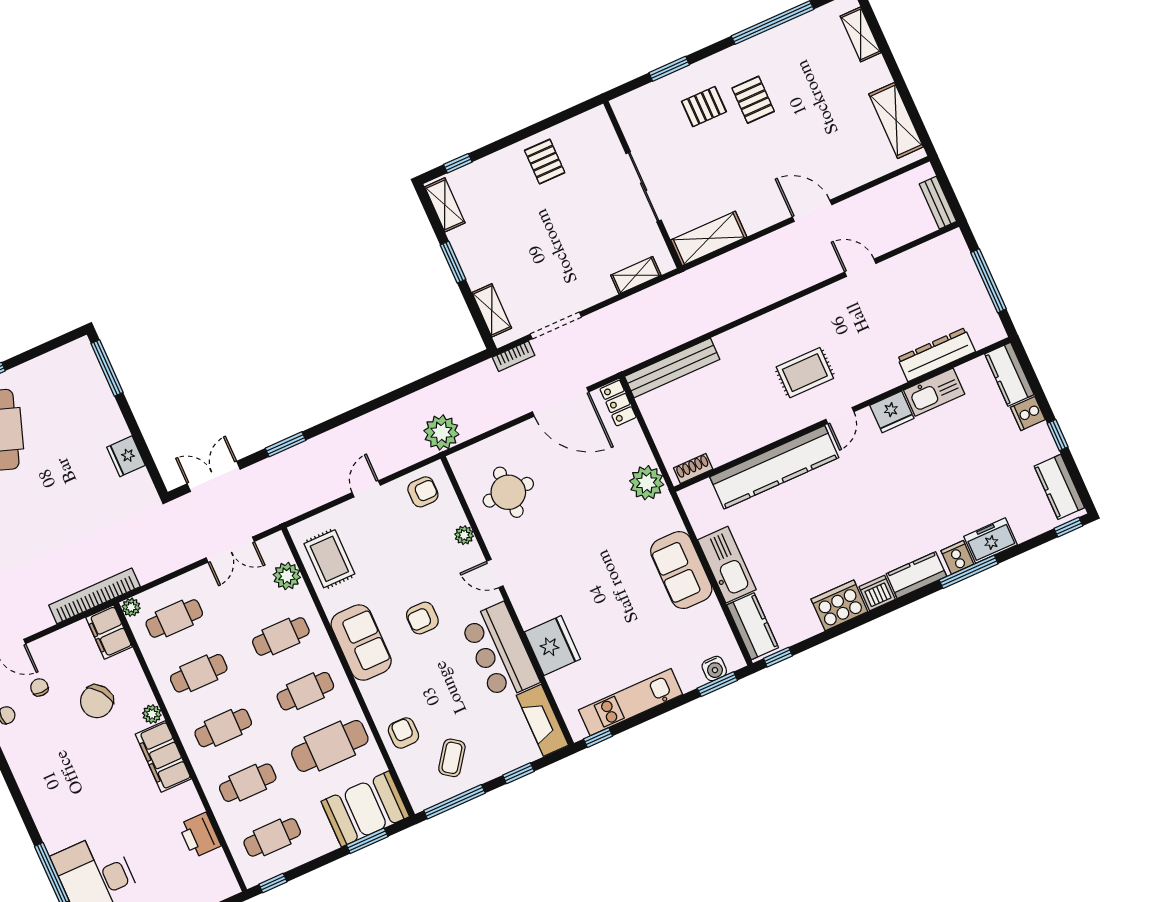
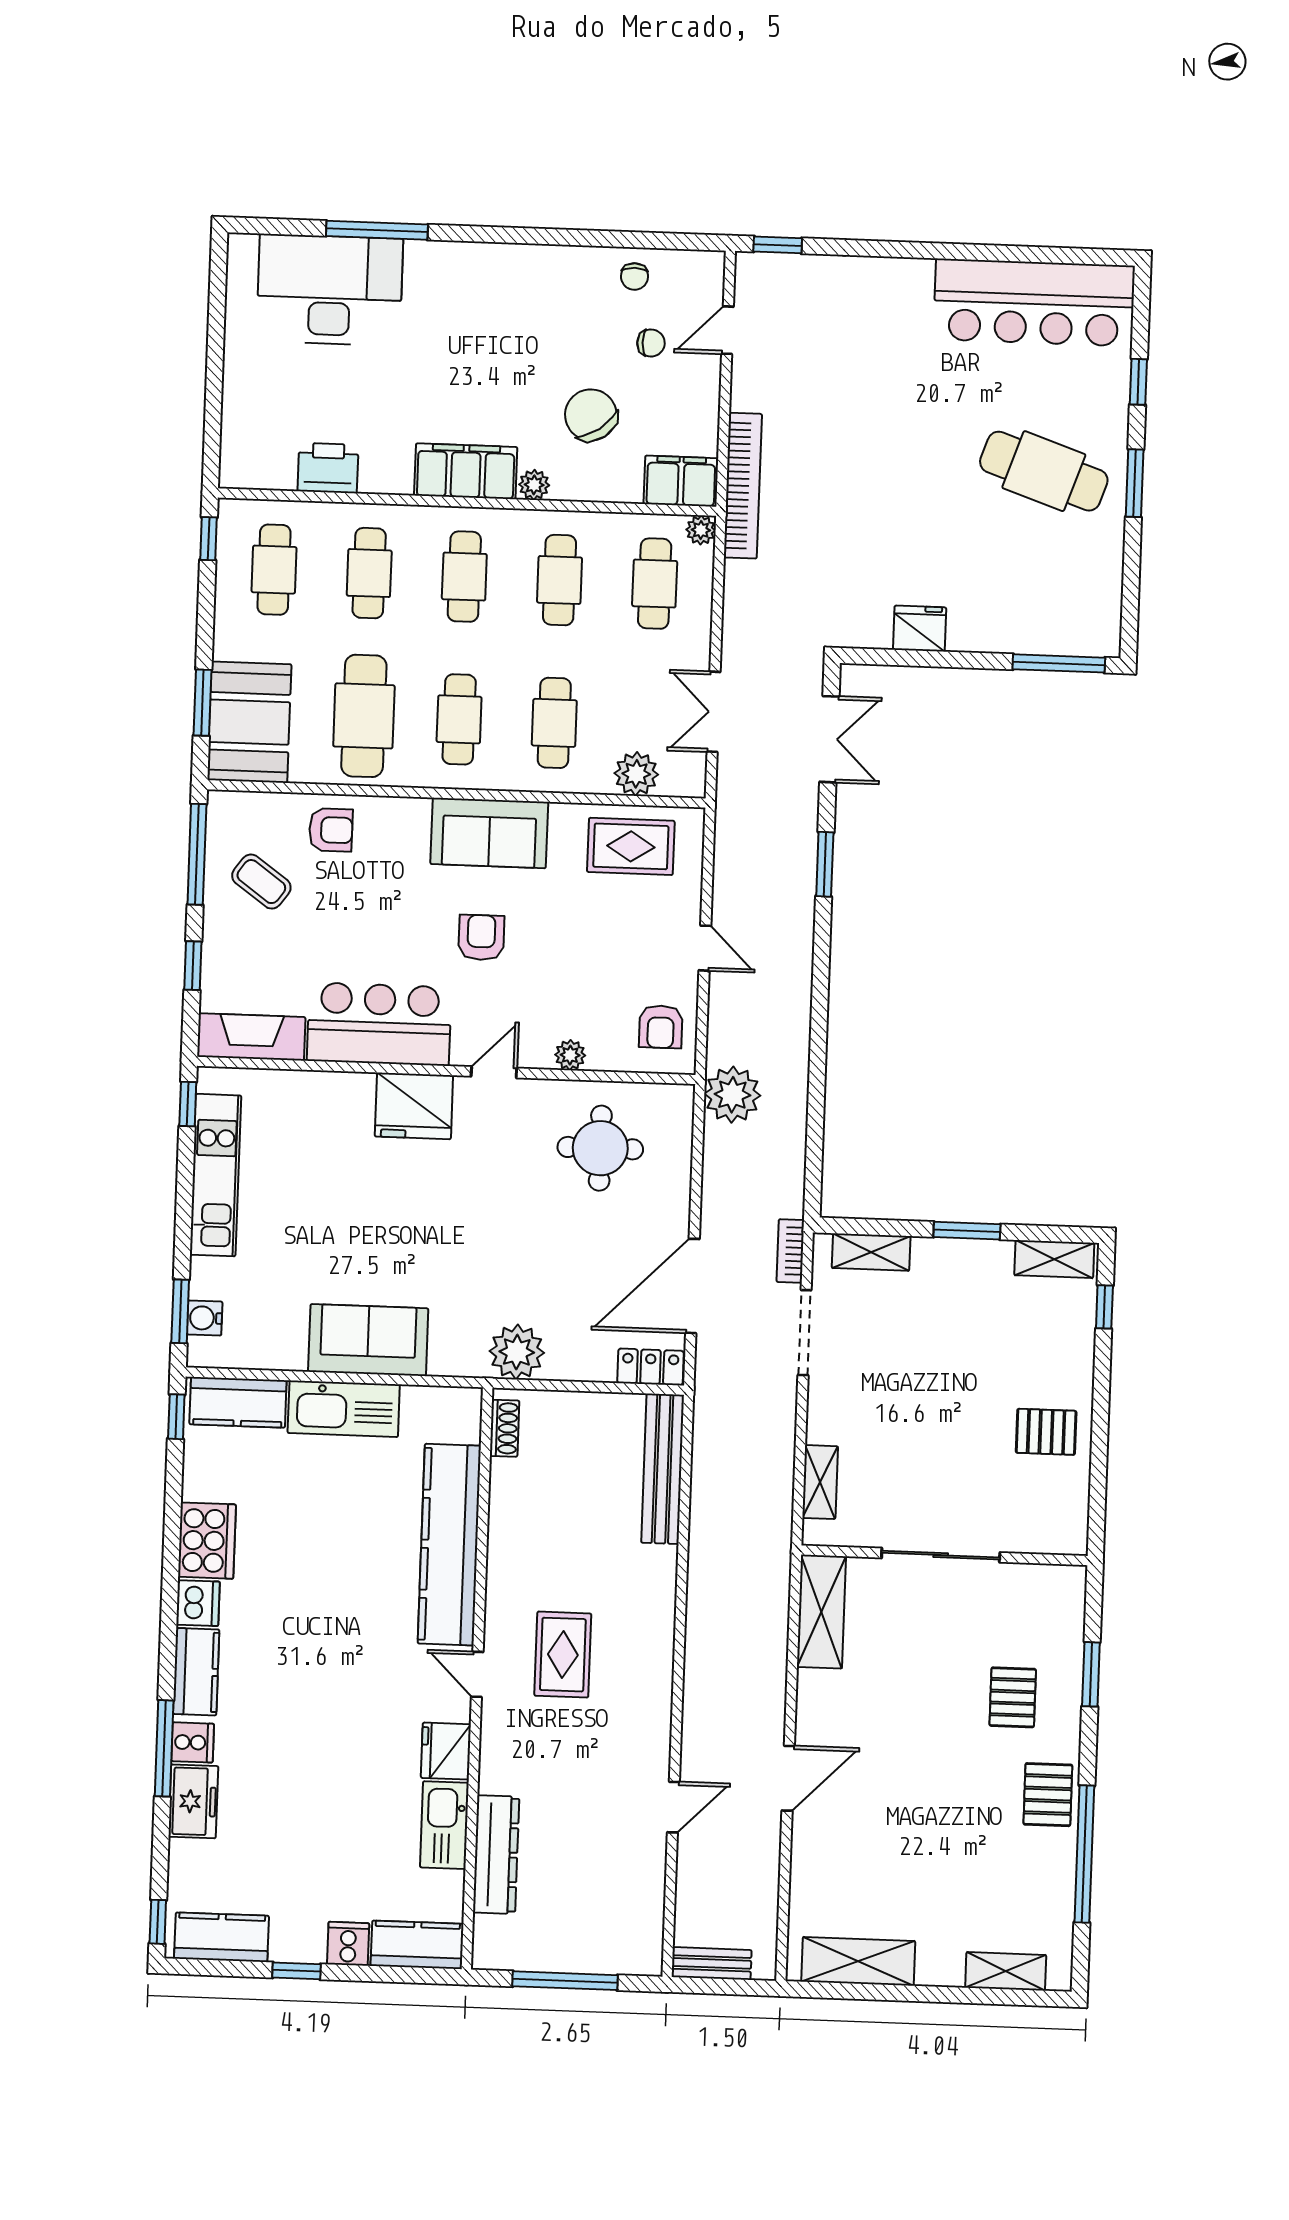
pallet: (753, 100) -> (1048, 1795), moved, turned 90
fridge: (553, 646) -> (414, 1106), moved

